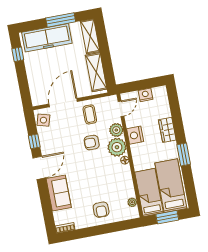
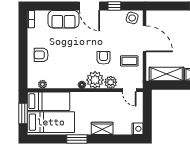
nightstand: (145, 95) -> (138, 129), moved
nightstand: (135, 135) -> (103, 98), removed

